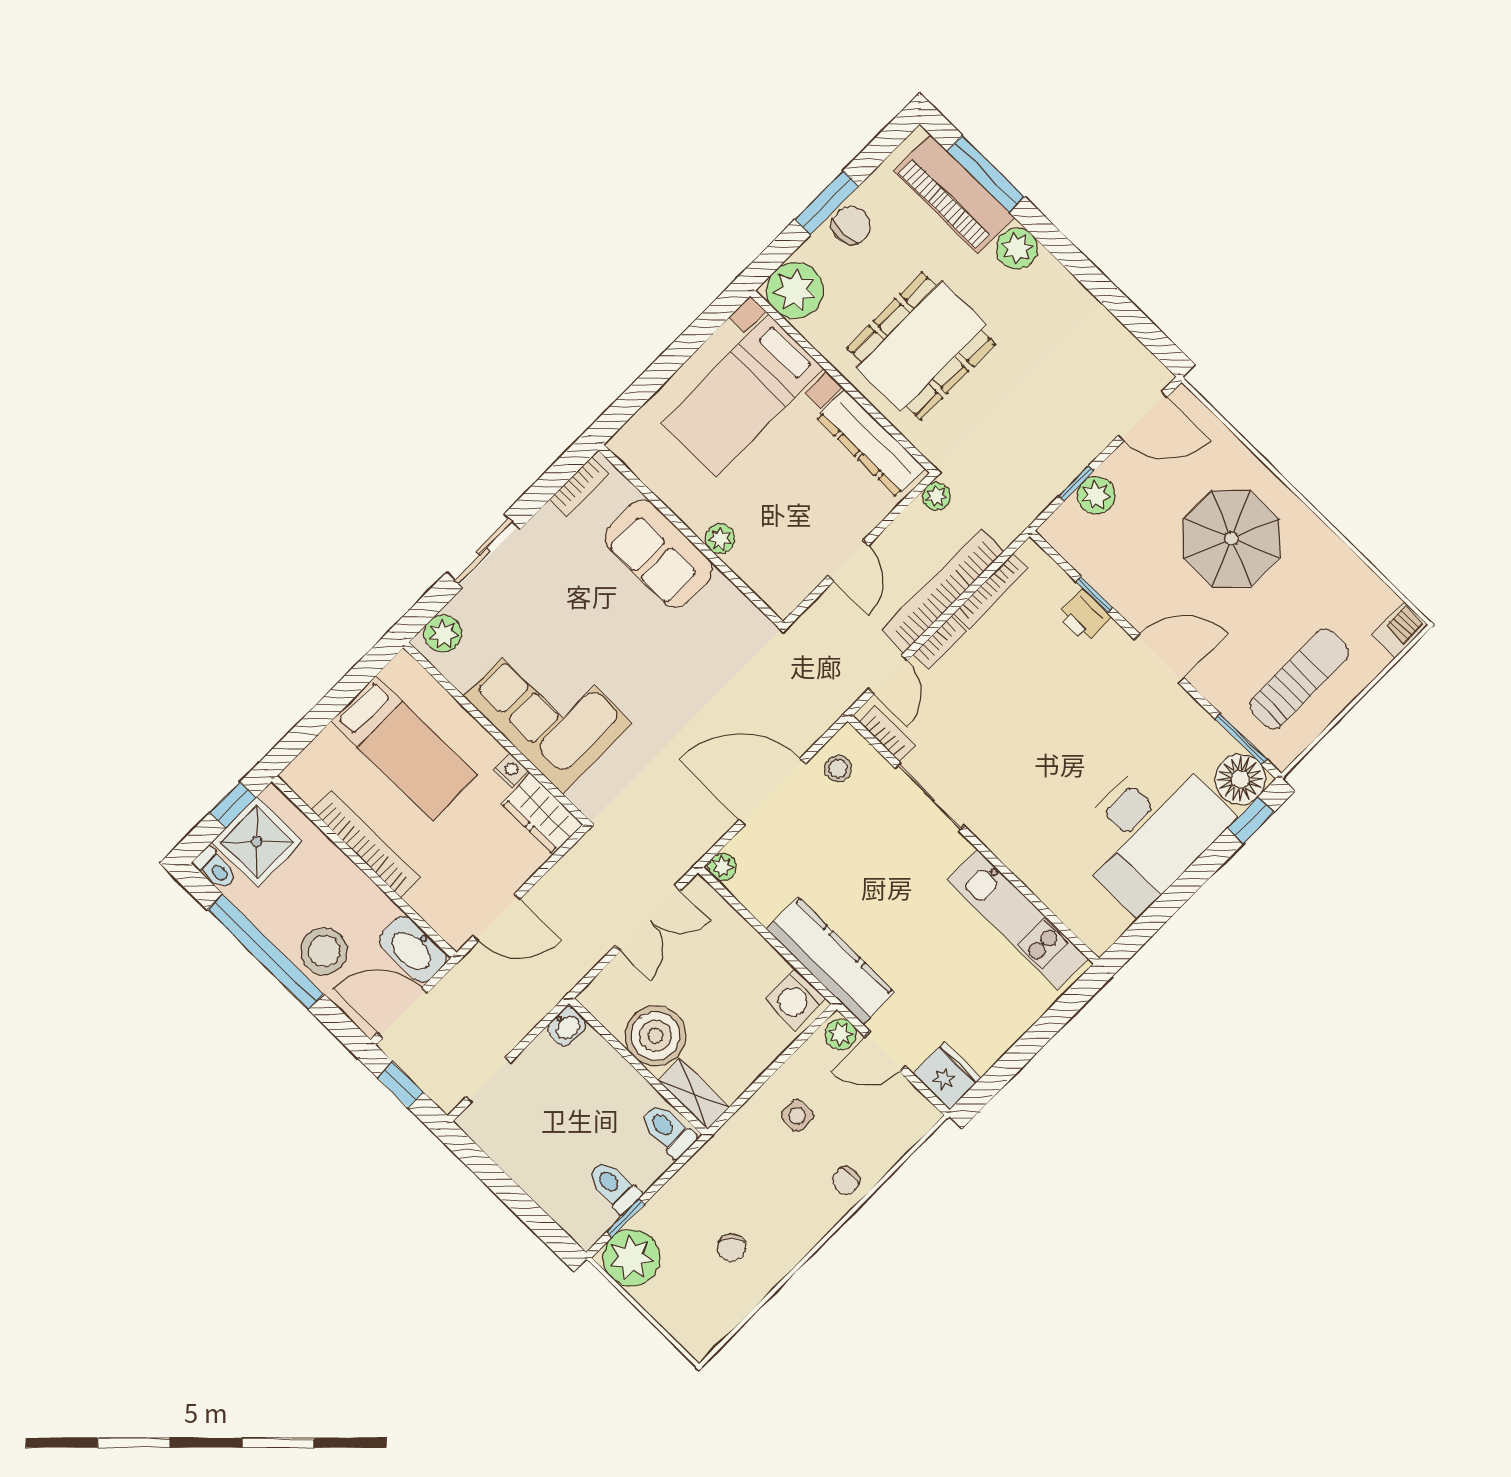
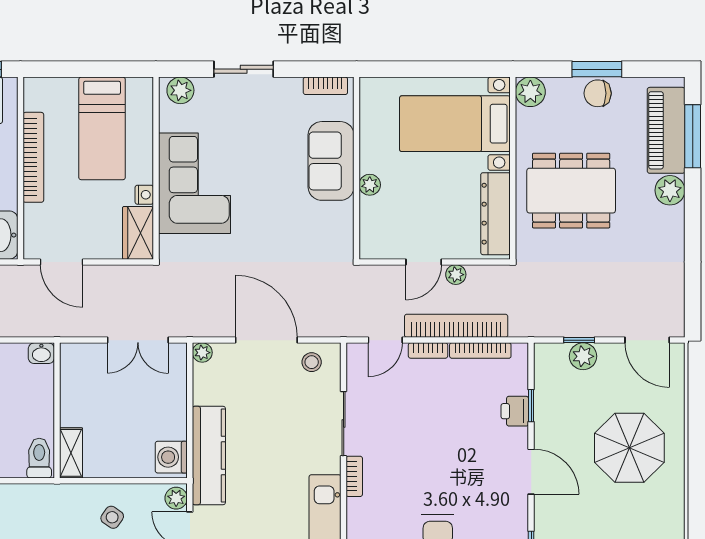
chair: (851, 225) -> (598, 93), turned 180
plant: (795, 290) -> (530, 92), width x0.73, depth x0.73
plant: (936, 496) -> (456, 275), moved
bookcase: (887, 734) -> (354, 476), moved
boiler: (655, 1036) -> (81, 404), removed
side table: (797, 1116) -> (112, 517), turned 35

